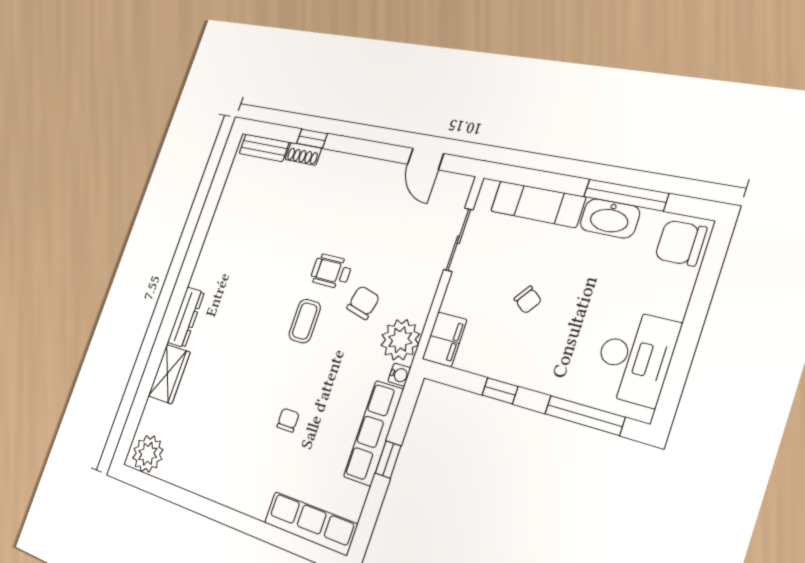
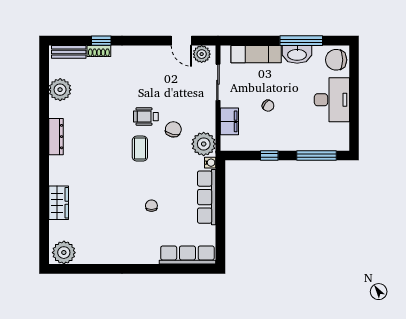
plant: (449, 187) -> (202, 54), added
plant: (233, 202) -> (60, 90), added
dresser: (186, 317) -> (56, 137), moved
filing cabinet: (445, 339) -> (229, 121), moved
desk: (635, 357) -> (332, 100), moved
window: (388, 460) -> (220, 208), removed

